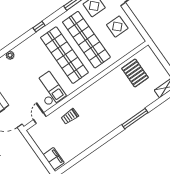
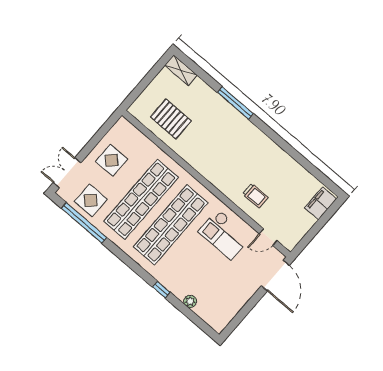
window: (39, 27) -> (161, 290), moved
pallet: (135, 73) -> (171, 119), turned 90
checkout: (49, 89) -> (225, 234), turned -90

